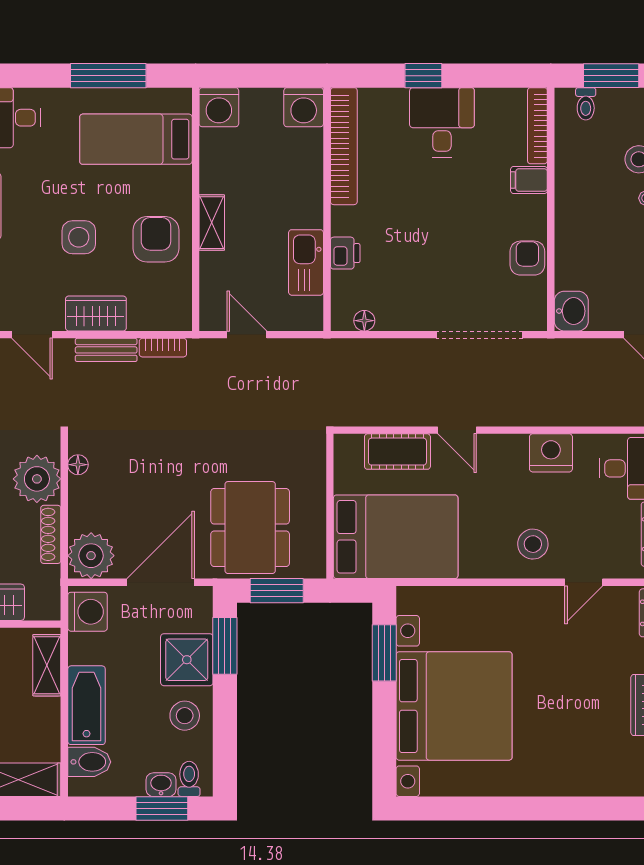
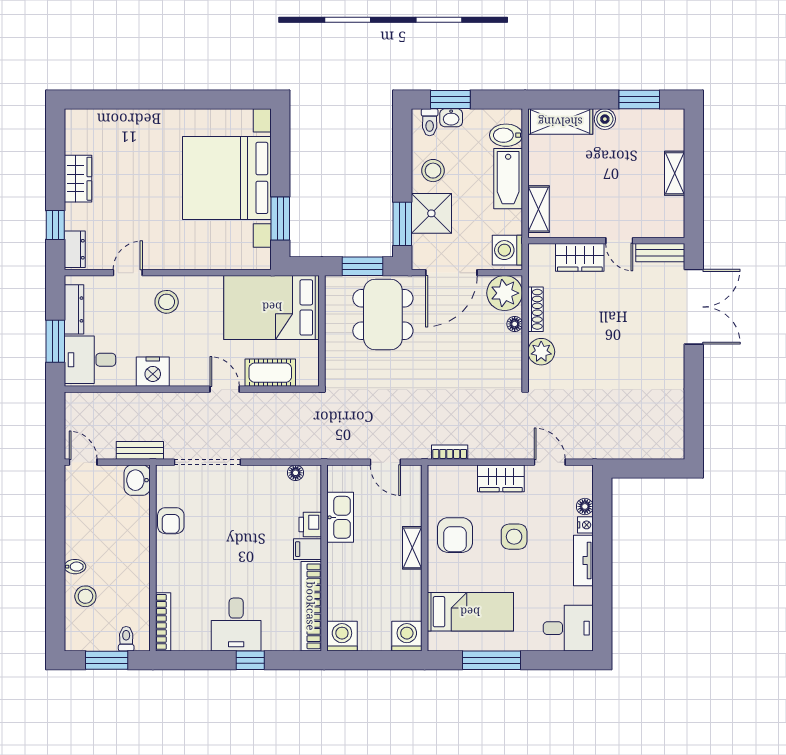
filing cabinet: (529, 180) -> (307, 549), moved, turned 180
bench: (106, 350) -> (140, 450), moved
floor lamp: (78, 465) -> (515, 324), moved
plant: (37, 479) -> (541, 352), width x0.73, depth x0.73

